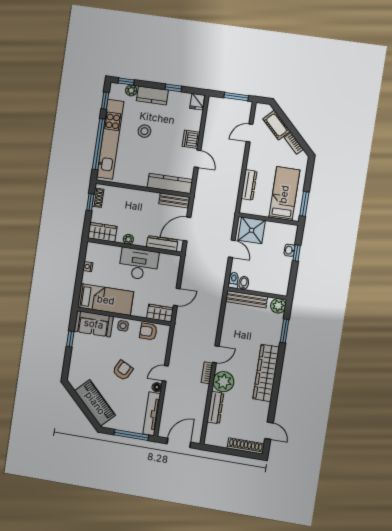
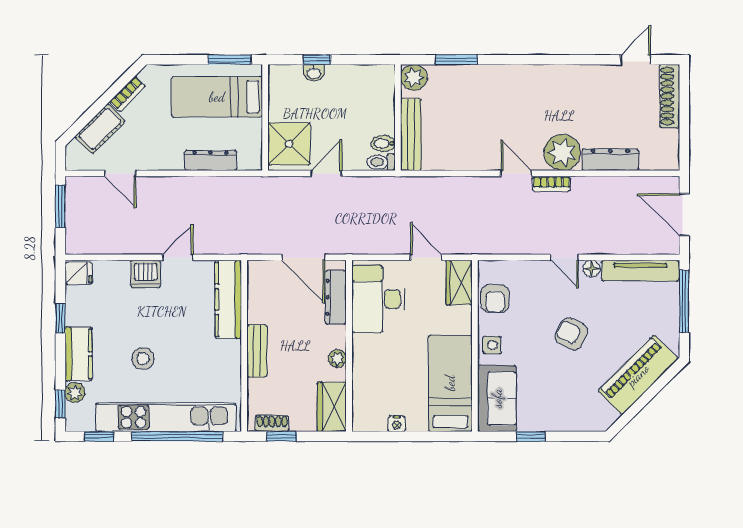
bench: (174, 200) -> (257, 351), moved
desk: (139, 264) -> (378, 299), moved
wardrobe: (266, 373) -> (535, 80), removed

